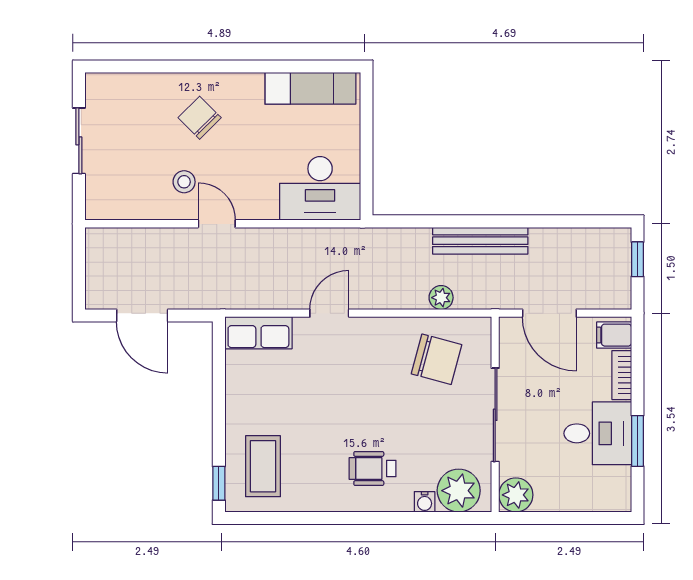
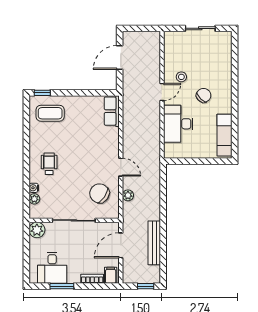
chair: (200, 118) -> (204, 95), moved
desk: (320, 188) -> (178, 124), moved
bench: (480, 241) -> (154, 243), moved
door: (329, 313) -> (121, 167), moved
chair: (437, 359) -> (99, 193), turned 109
desk: (598, 433) -> (52, 268), moved
plant: (459, 491) -> (34, 199), width x0.53, depth x0.53

